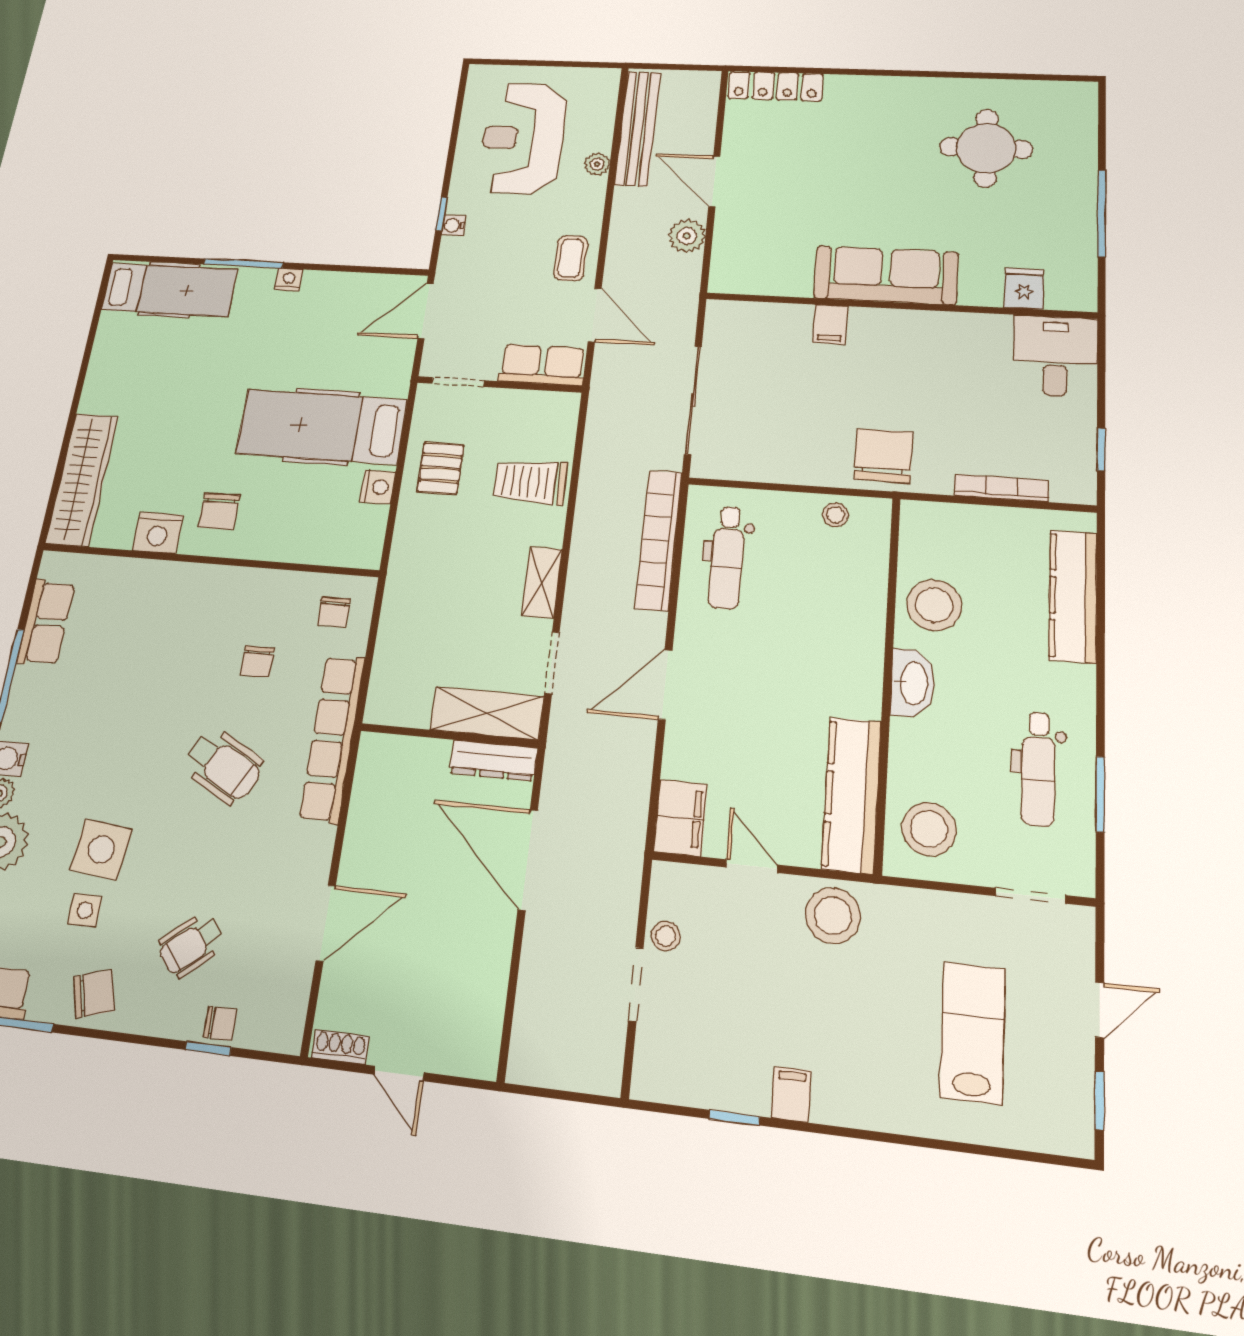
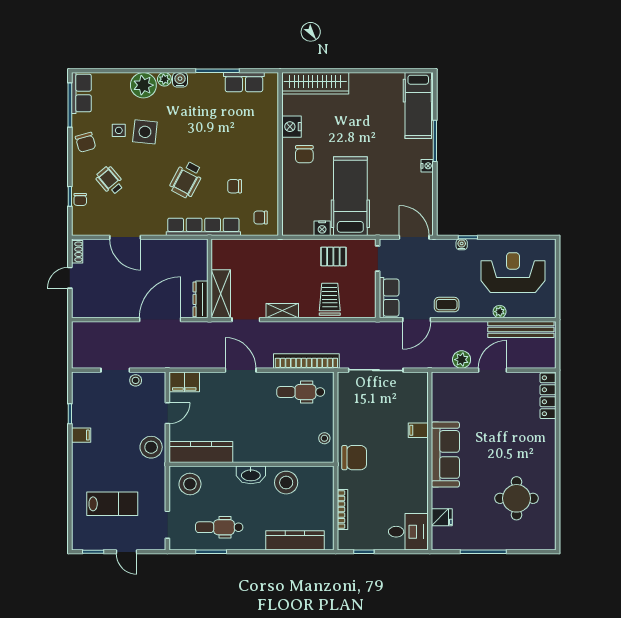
chair: (219, 511) -> (304, 154), turned -90

